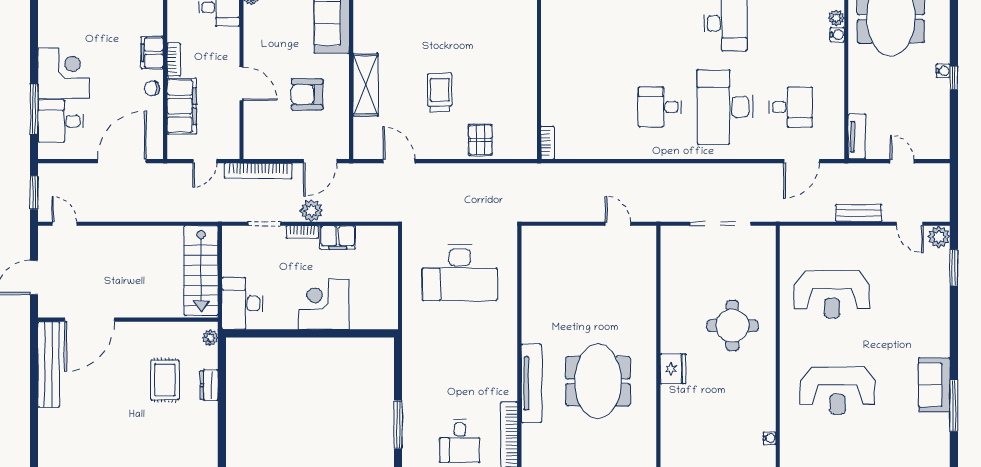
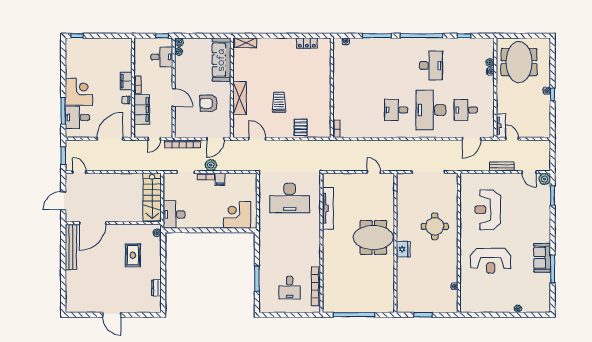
desk: (791, 107) -> (466, 110), turned 180
door: (902, 161) -> (512, 139), moved
filing cabinet: (338, 238) -> (220, 179), width x0.50
reception desk: (832, 294) -> (488, 210), turned 90
corner desk: (324, 304) -> (237, 215), moved
meeting table: (598, 381) -> (373, 237), moved, turned 90
tv unit: (531, 383) -> (328, 208), moved
dresser: (209, 385) -> (156, 288), moved

